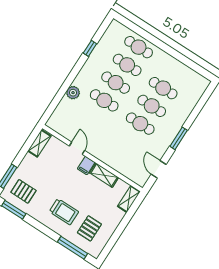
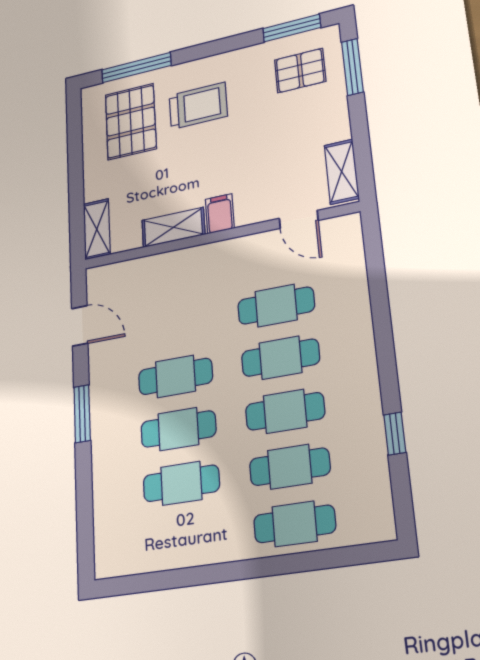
plant: (73, 93) -> (355, 318), removed
cafe table: (93, 118) -> (276, 306), added
door: (77, 148) -> (299, 219), moved
trolley: (64, 212) -> (198, 106), turned 180
pallet: (89, 228) -> (131, 122), width x1.50, depth x1.42

